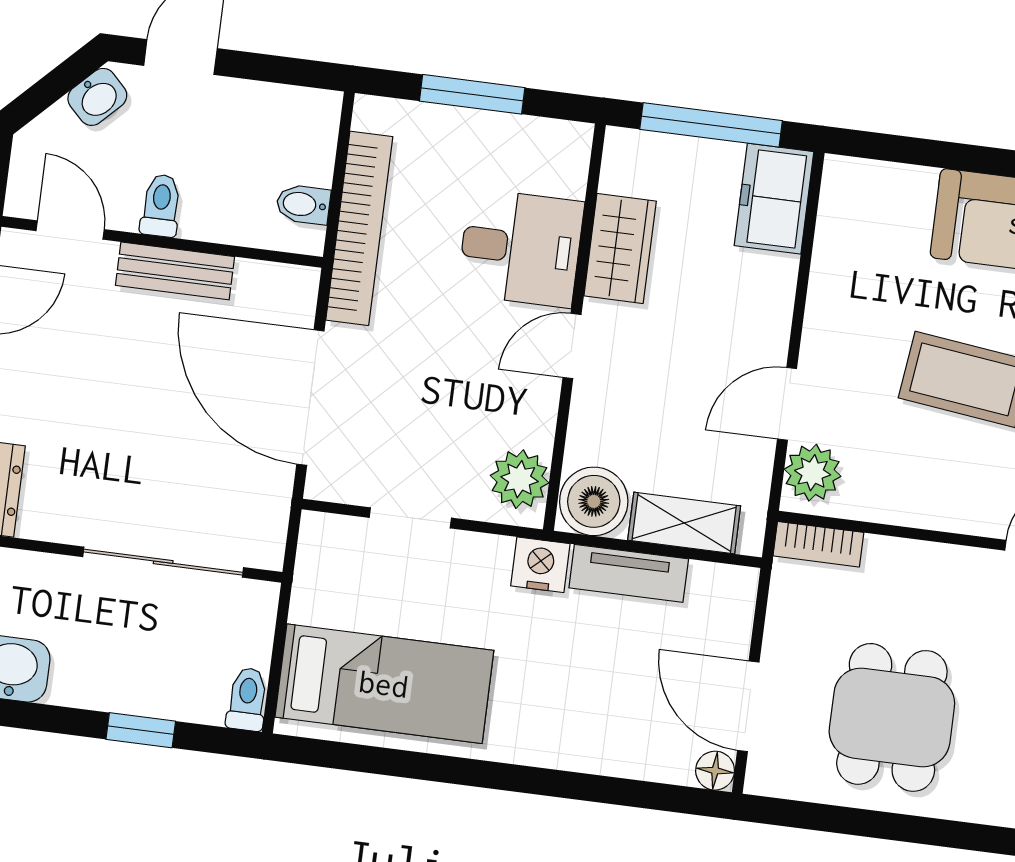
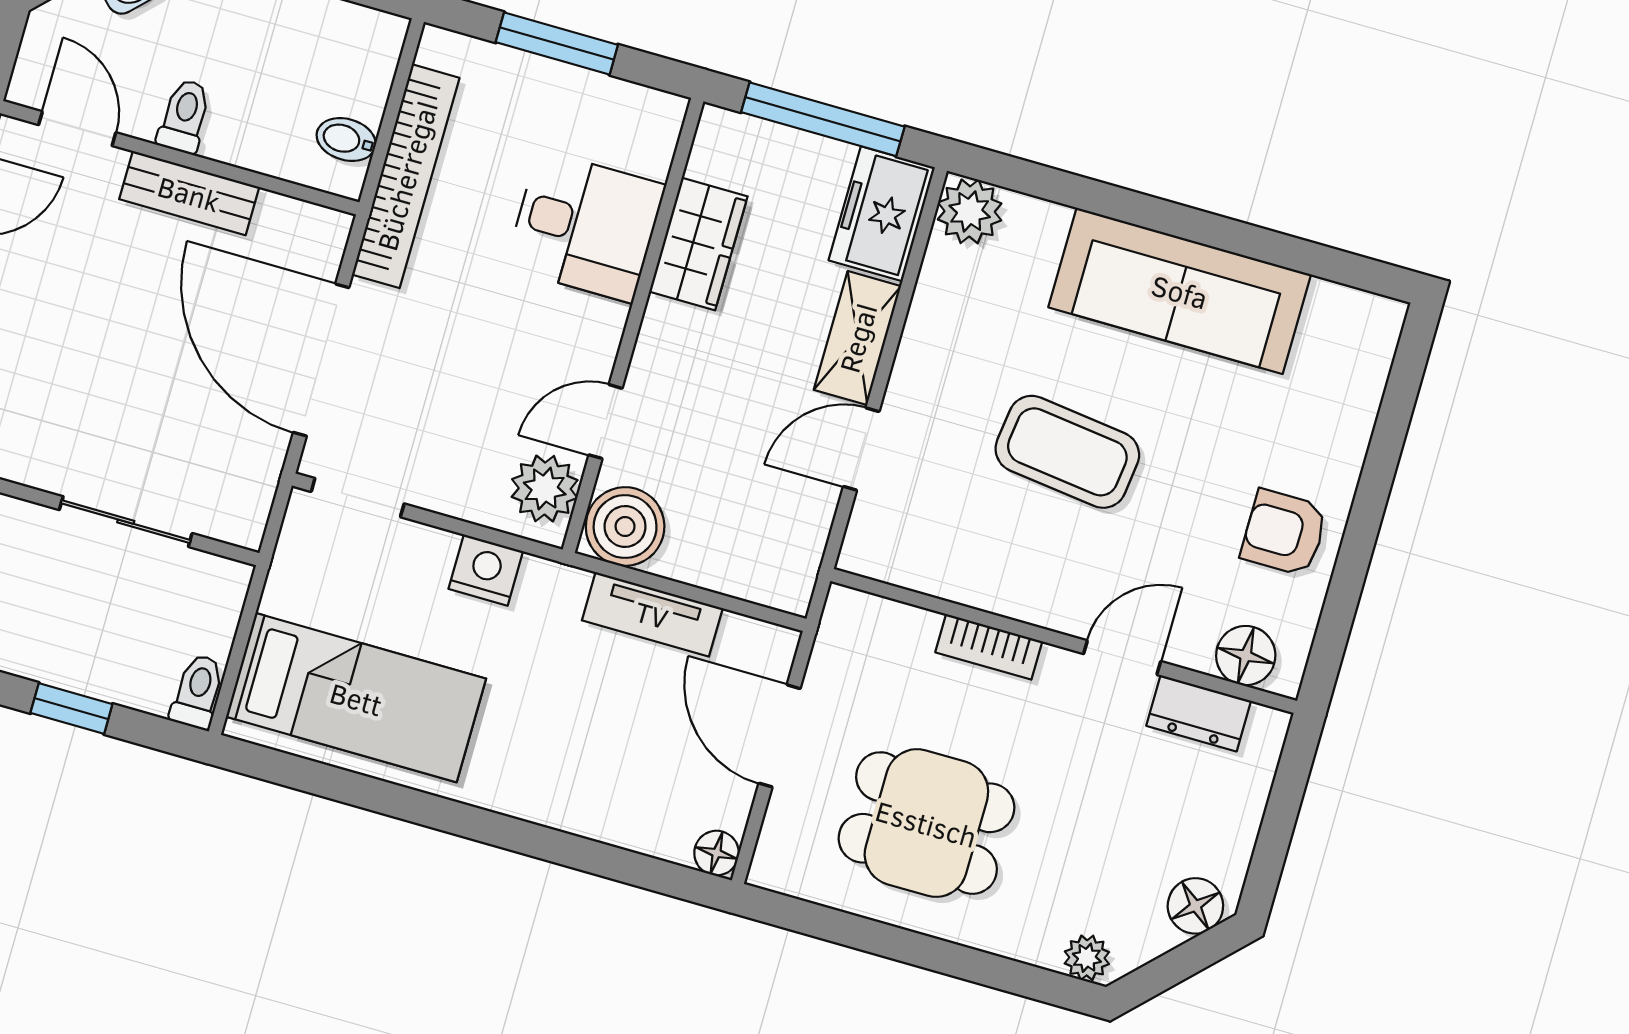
door: (572, 346) -> (606, 422), moved
plant: (813, 473) -> (970, 211), moved
doorway: (410, 518) -> (358, 498), moved
shelving: (684, 523) -> (857, 338), moved, turned 90
bookcase: (818, 544) -> (989, 647), moved
sliding door: (163, 562) -> (126, 522), width x0.73
nightstand: (540, 565) -> (486, 570), moved
door: (748, 706) -> (780, 736), moved
dining table: (892, 717) -> (926, 823), turned 90

